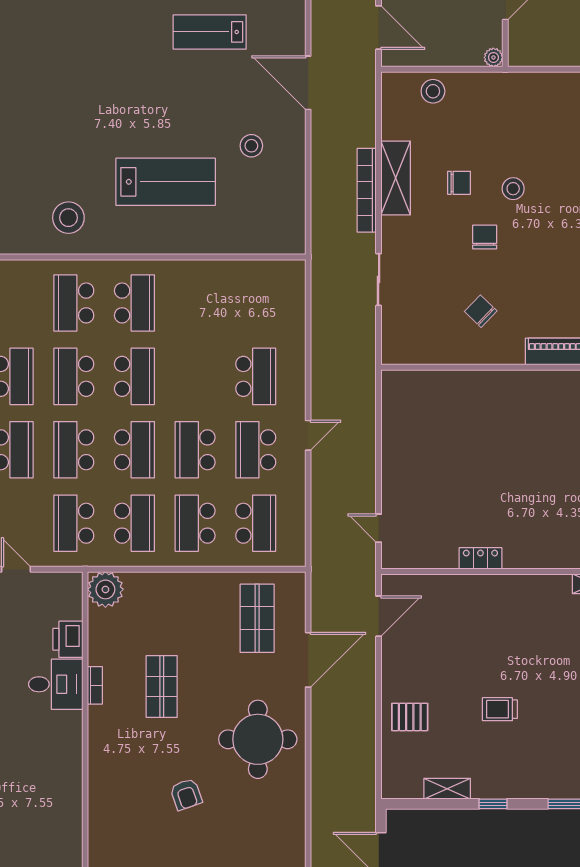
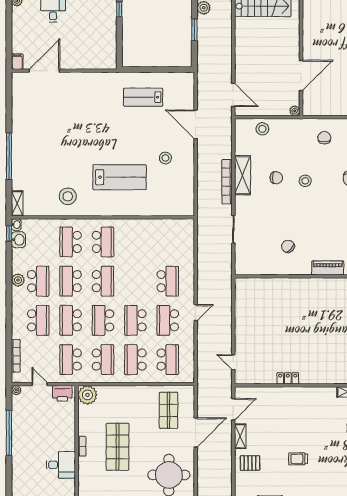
chair: (485, 237) -> (324, 138), moved
school desk: (134, 450) -> (103, 320), turned 180
printer: (68, 639) -> (62, 393), moved, turned -90
shelving: (391, 667) -> (240, 436), added
desk: (56, 684) -> (61, 465), moved
shop shelf: (162, 687) -> (118, 447), width x1.43, depth x1.36

